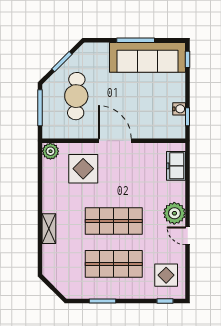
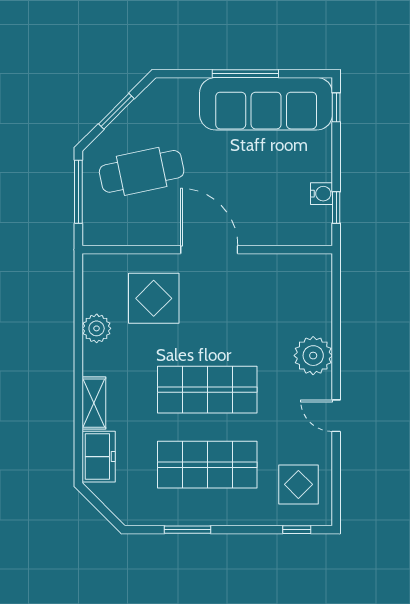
cafe table: (76, 96) -> (142, 171), turned 76
plant: (50, 151) -> (97, 328), moved
freezer: (176, 166) -> (99, 457), moved, turned 180
plant: (174, 213) -> (313, 356), moved

